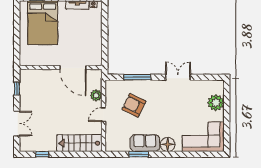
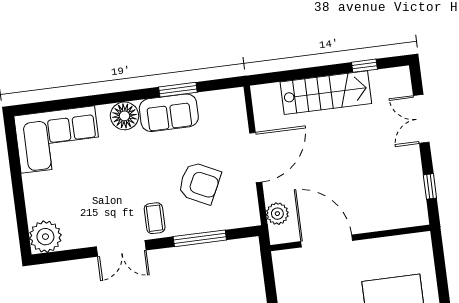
coffee table: (159, 90) -> (155, 218), added
plant: (96, 95) -> (277, 214), moved
plant: (216, 103) -> (45, 237), moved
door: (104, 115) -> (256, 157), width x1.88
stairs: (79, 143) -> (326, 93), moved

